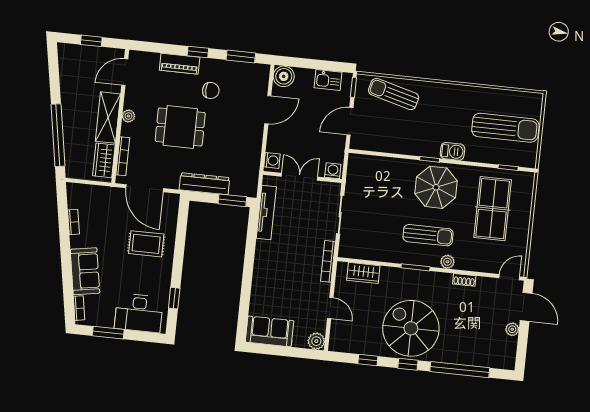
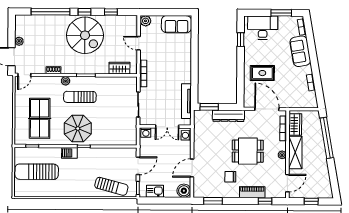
window: (198, 52) -> (265, 201), moved

